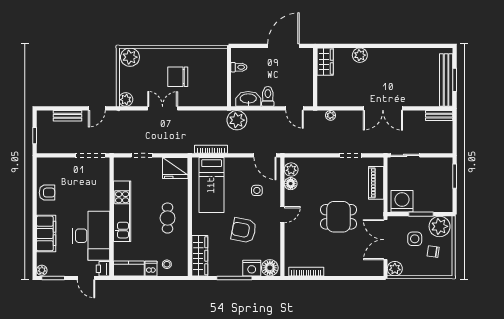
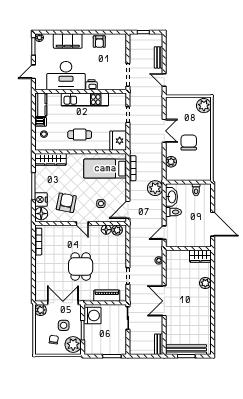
plant: (126, 100) -> (171, 162), moved
armchair: (244, 230) -> (66, 203), moved
printer: (103, 269) -> (91, 85), moved

